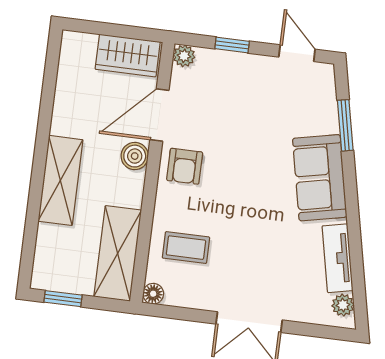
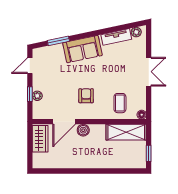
plant: (184, 56) -> (37, 96), moved
door: (159, 115) -> (64, 122), hinge flipped
armchair: (185, 166) -> (86, 96), moved, turned -90
shelving: (60, 180) -> (98, 161), removed

